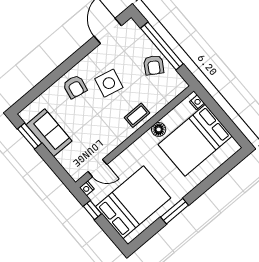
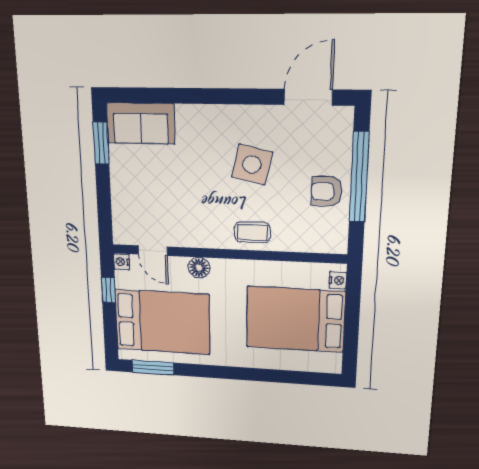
armchair: (154, 65) -> (327, 191), turned 58
armchair: (75, 87) -> (206, 132), removed
floor lamp: (159, 129) -> (199, 268), moved
sofa: (49, 133) -> (141, 123), moved, turned 90
window: (175, 211) -> (153, 368), moved

